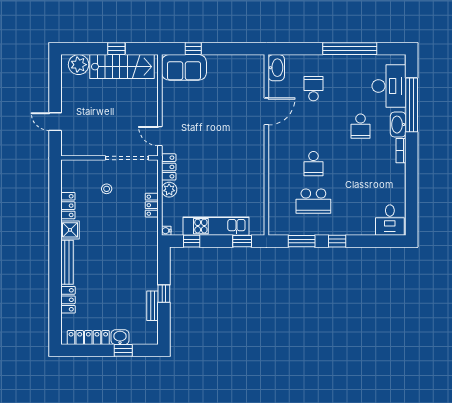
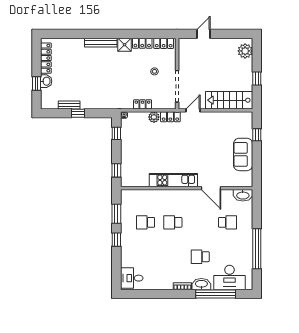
stairs: (122, 67) -> (229, 100), moved, turned 90
sofa: (184, 67) -> (243, 154), moved
school desk: (313, 201) -> (146, 222), width x0.54
kitchen unit: (216, 226) -> (173, 180), moved, turned -90
locker: (68, 300) -> (164, 43), moved

